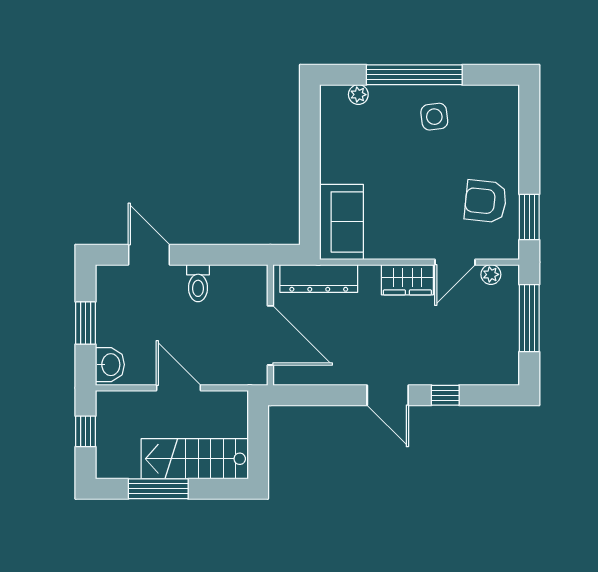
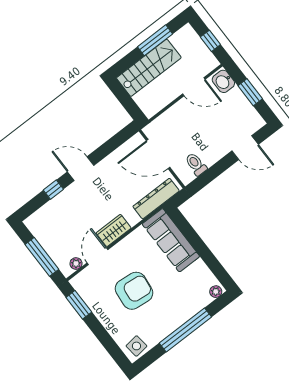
plant: (358, 95) -> (216, 292), moved
side table: (434, 117) -> (136, 346), moved
armchair: (486, 201) -> (134, 291), moved, width x1.36, depth x1.36
sofa: (342, 222) -> (171, 240), width x1.36
toilet: (198, 283) -> (196, 164), moved
door: (179, 388) -> (194, 87), moved

